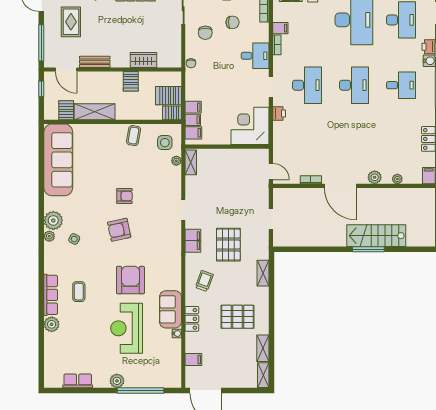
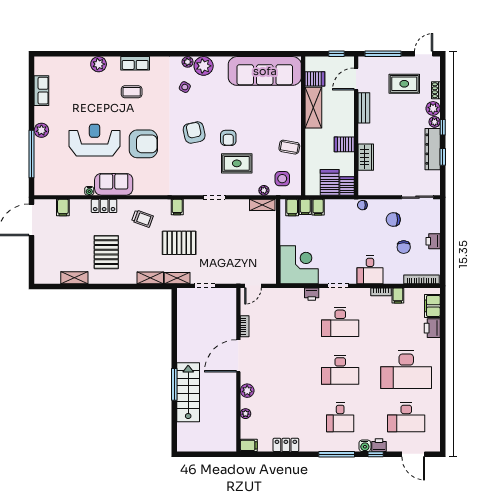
server rack: (172, 113) -> (347, 186), moved
rug: (150, 188) -> (237, 163), added
filing cabinet: (193, 241) -> (177, 207), width x0.50
row of seats: (51, 295) -> (135, 63), width x0.68
shelving: (263, 375) -> (177, 278), moved

